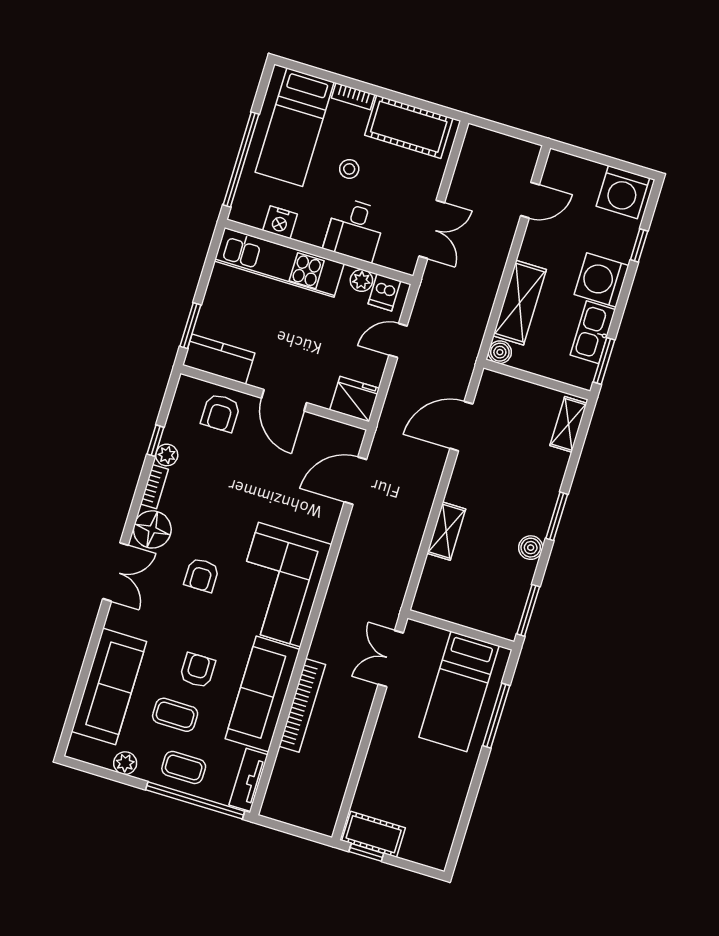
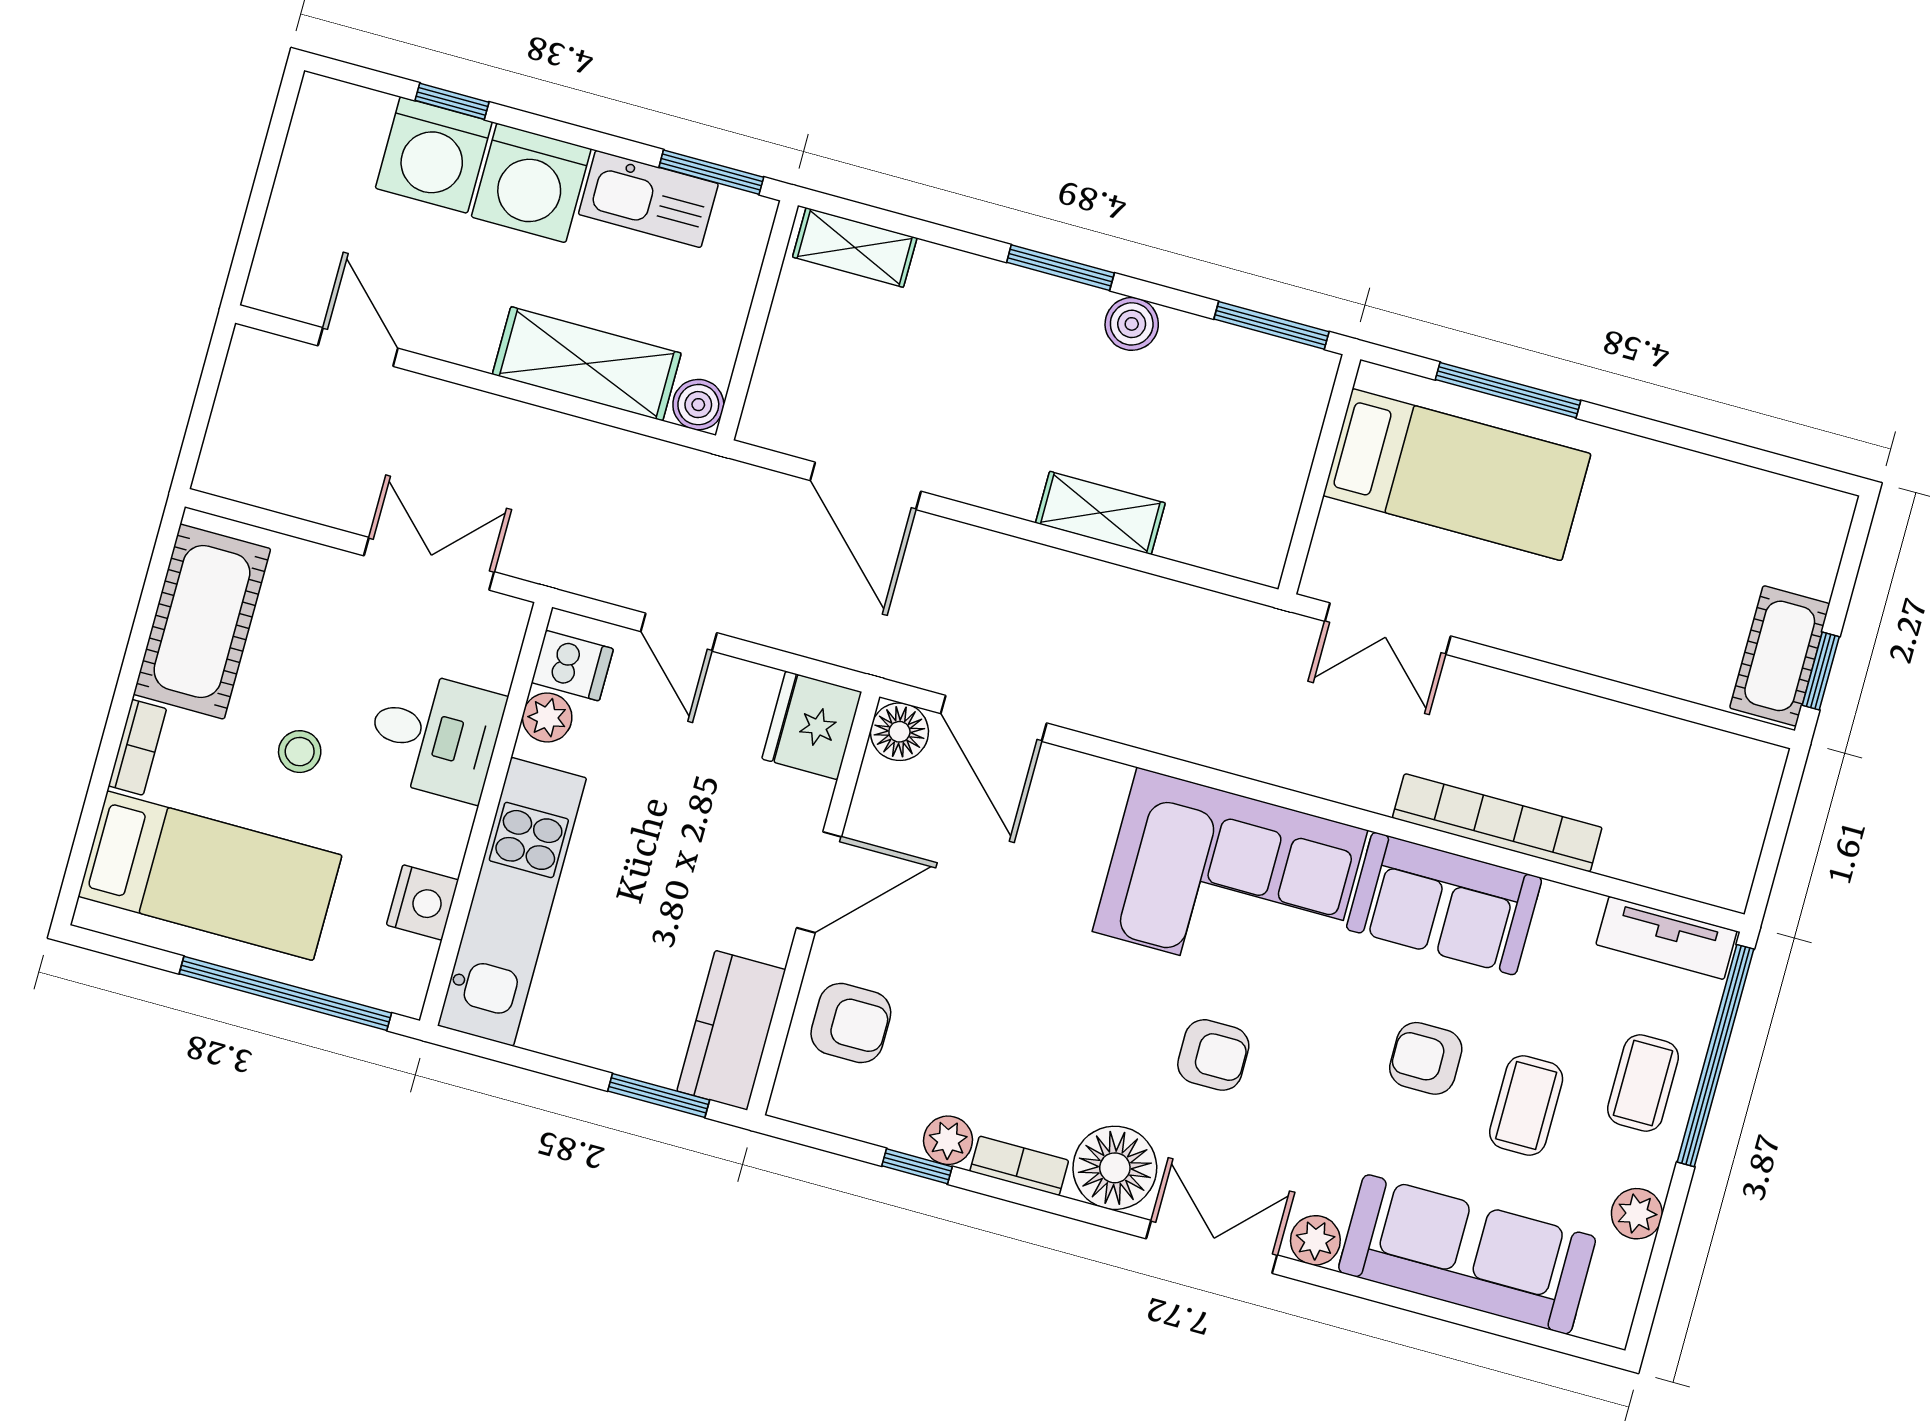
washing machine: (623, 192) -> (434, 155), moved, turned 90
floor lamp: (351, 438) -> (899, 732), added
plant: (117, 619) -> (1315, 1240), added
sofa: (263, 694) -> (1444, 904), width x0.73

